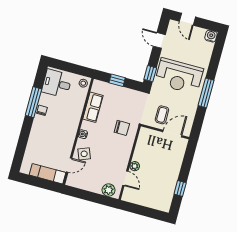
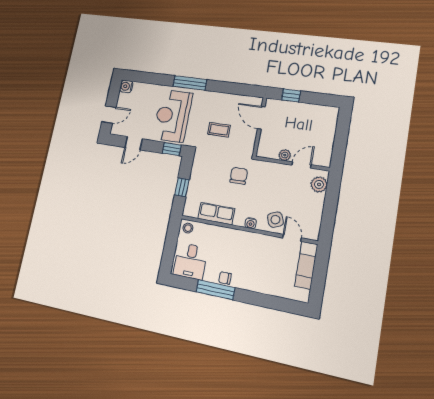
reception desk: (179, 76) -> (173, 116), turned 180
wall: (165, 132) -> (260, 127), moved
door: (172, 134) -> (261, 118), moved
window: (180, 188) -> (291, 95), moved

